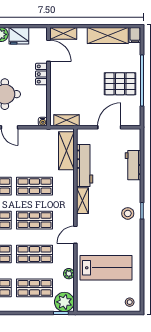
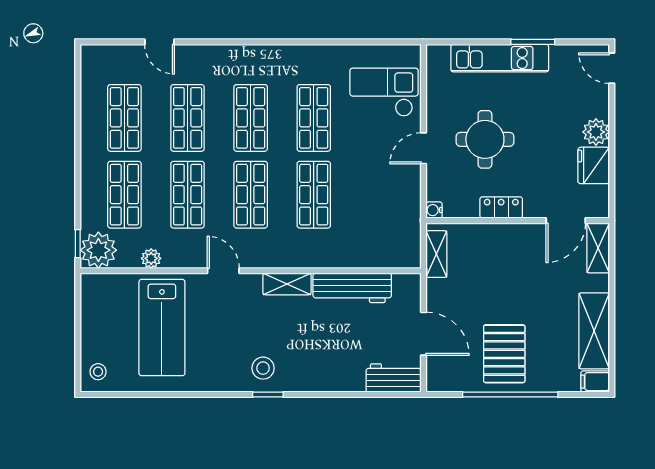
locker: (41, 74) -> (501, 208), moved
shelving: (66, 151) -> (380, 254), removed
workbench: (133, 165) -> (394, 378), moved

